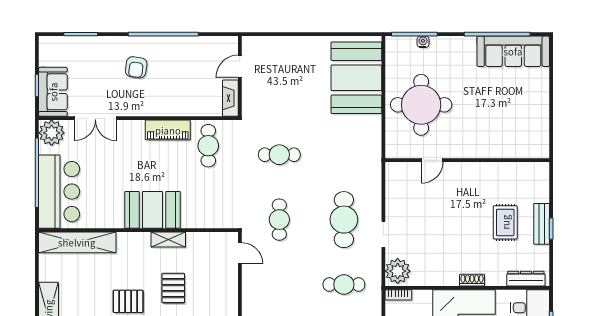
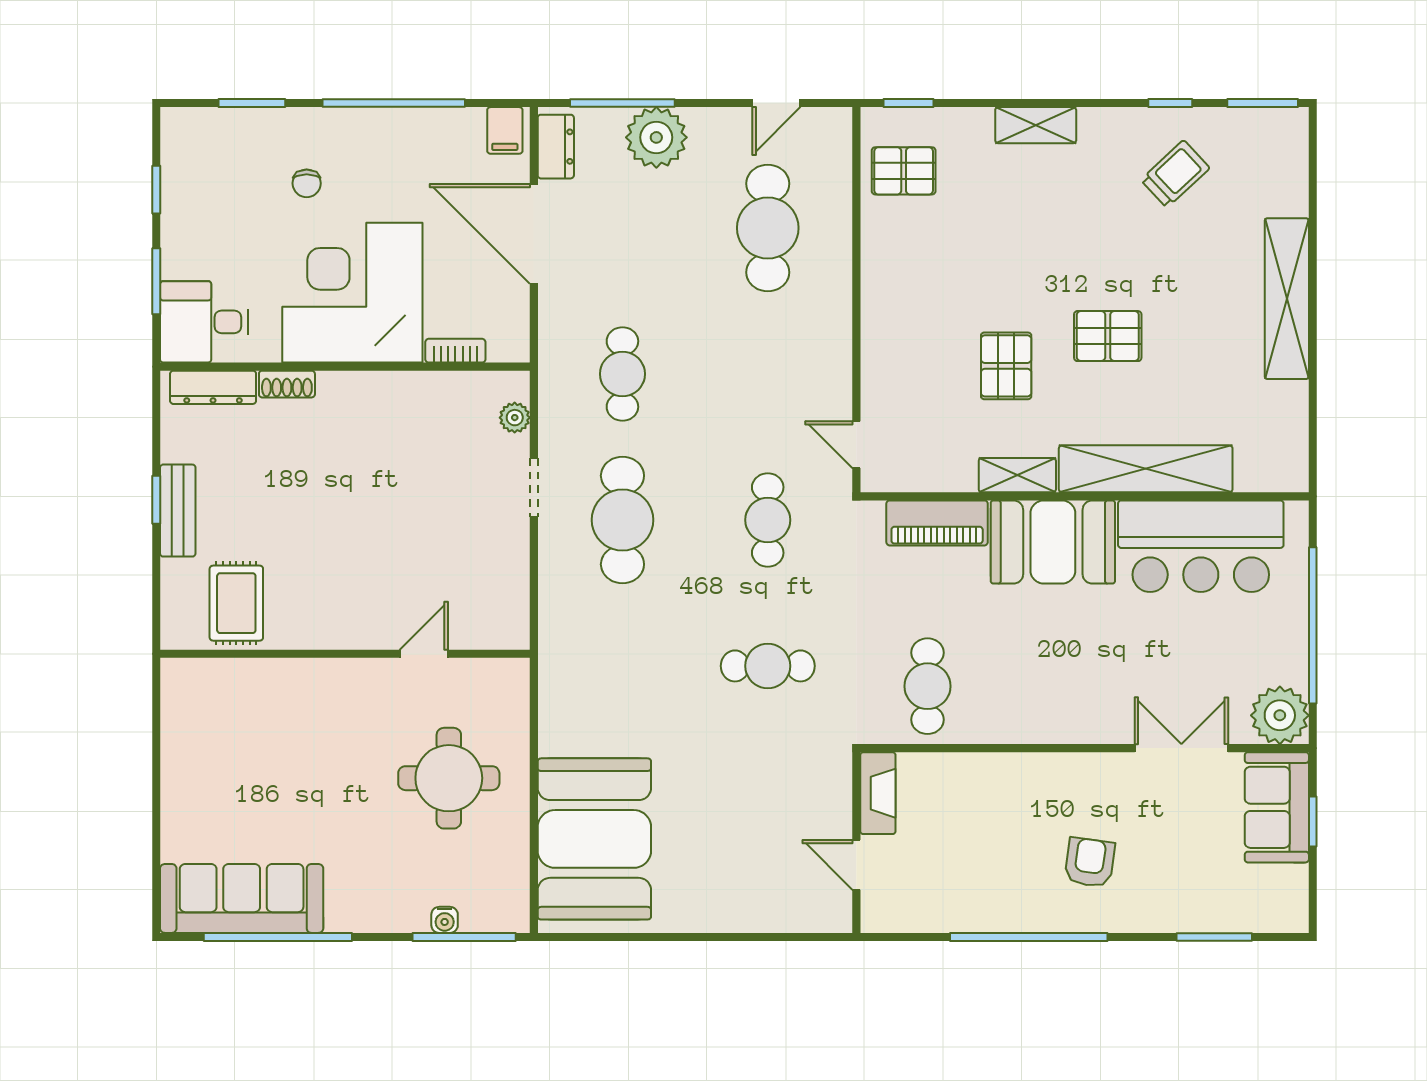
door: (240, 66) -> (856, 865), swing flipped
round table: (421, 105) -> (449, 778), width x0.73, depth x0.73
piano: (168, 130) -> (937, 523), moved, turned 180
bar counter: (59, 192) -> (1201, 546), moved, turned -90
rug: (505, 222) -> (236, 603), moved
shelving: (77, 242) -> (1146, 469), moved
plant: (398, 271) -> (515, 418), width x0.53, depth x0.53
shoe rack: (472, 280) -> (287, 384), moved
cafe table: (344, 285) -> (622, 374), turned 90
bookcase: (398, 295) -> (455, 351), moved

